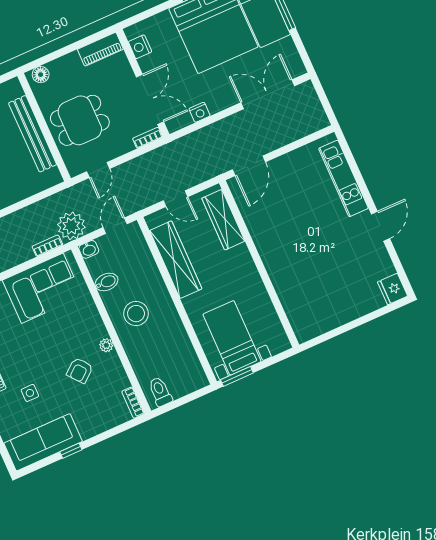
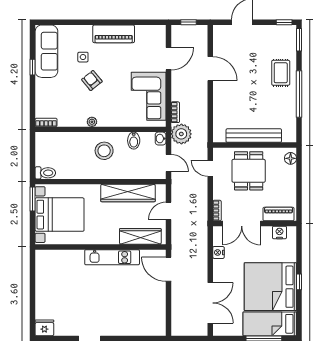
piano: (100, 49) -> (279, 214), moved, turned 90
kitchen unit: (343, 178) -> (112, 257), moved, turned 180
bed with nightstands: (232, 338) -> (60, 215), width x1.36
armchair: (80, 370) -> (92, 81), moved
toilet: (160, 392) -> (45, 173), moved

